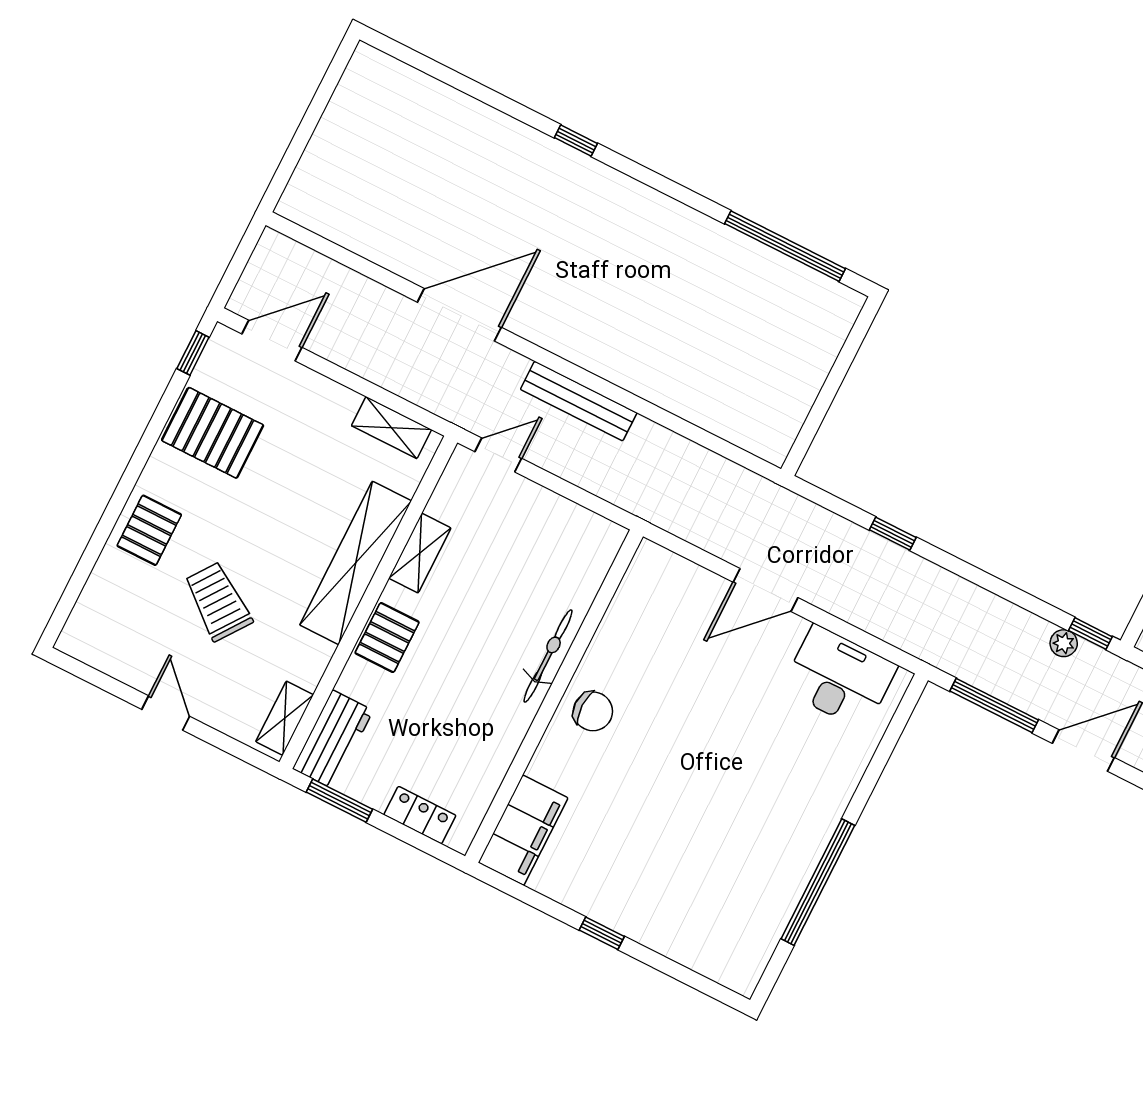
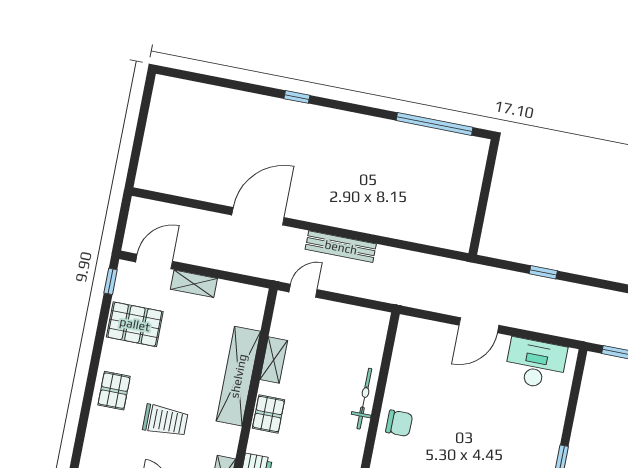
shelving: (392, 428) -> (194, 284), moved
trolley: (218, 601) -> (165, 421), turned 144

